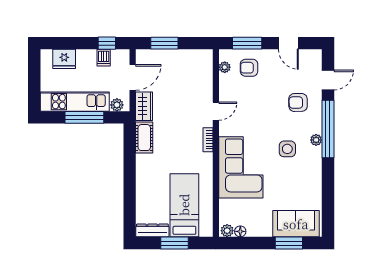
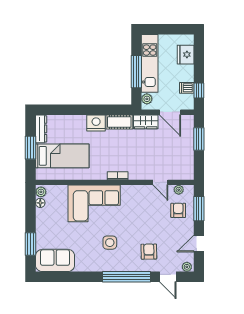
door: (216, 111) -> (160, 182), moved
plant: (316, 140) -> (187, 267), moved
nightstand: (145, 165) -> (96, 123), added
sofa: (296, 224) -> (55, 260), moved, turned -90

